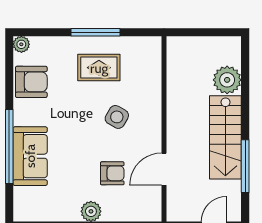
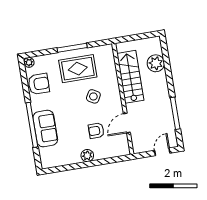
rug: (99, 68) -> (78, 69), width x1.36, depth x1.43
stairs: (225, 137) -> (130, 77), moved, turned 180
armchair: (112, 173) -> (96, 131), turned 180

